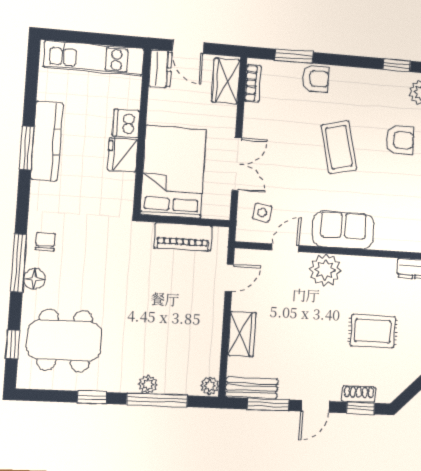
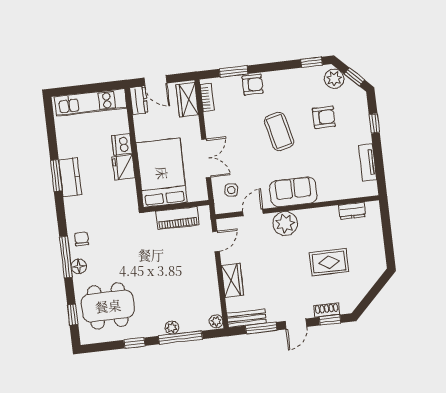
kitchen counter: (47, 141) -> (70, 177), width x0.67

